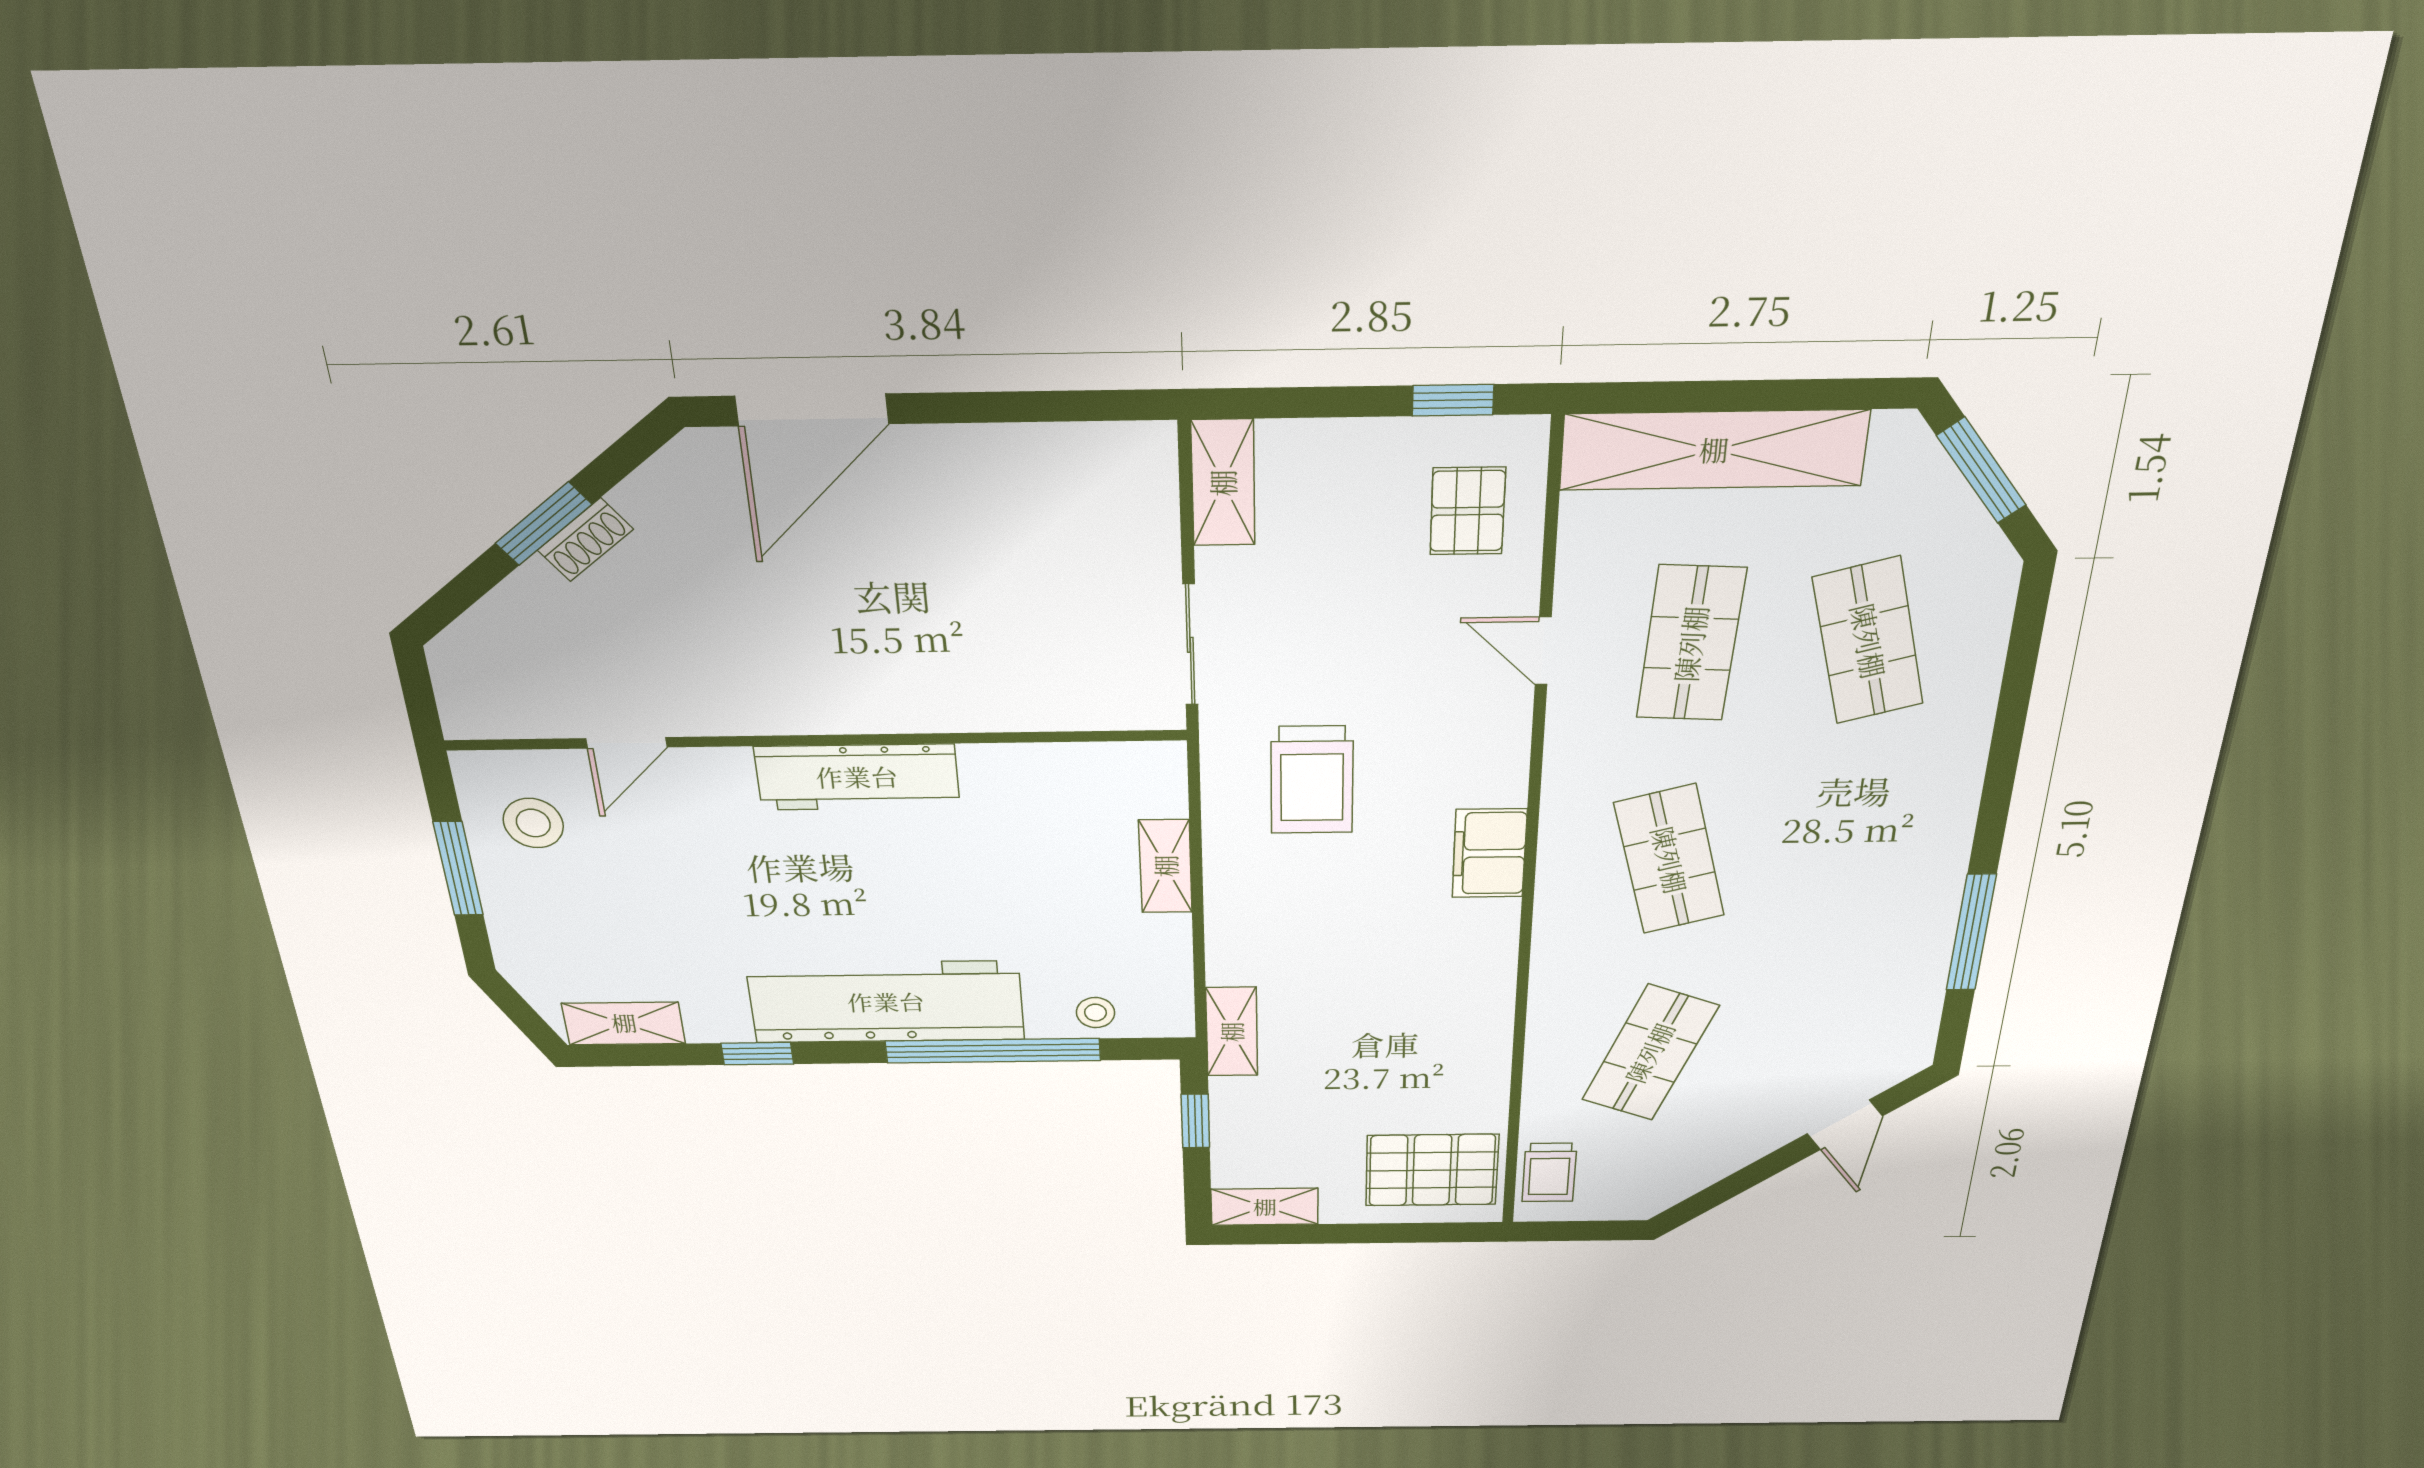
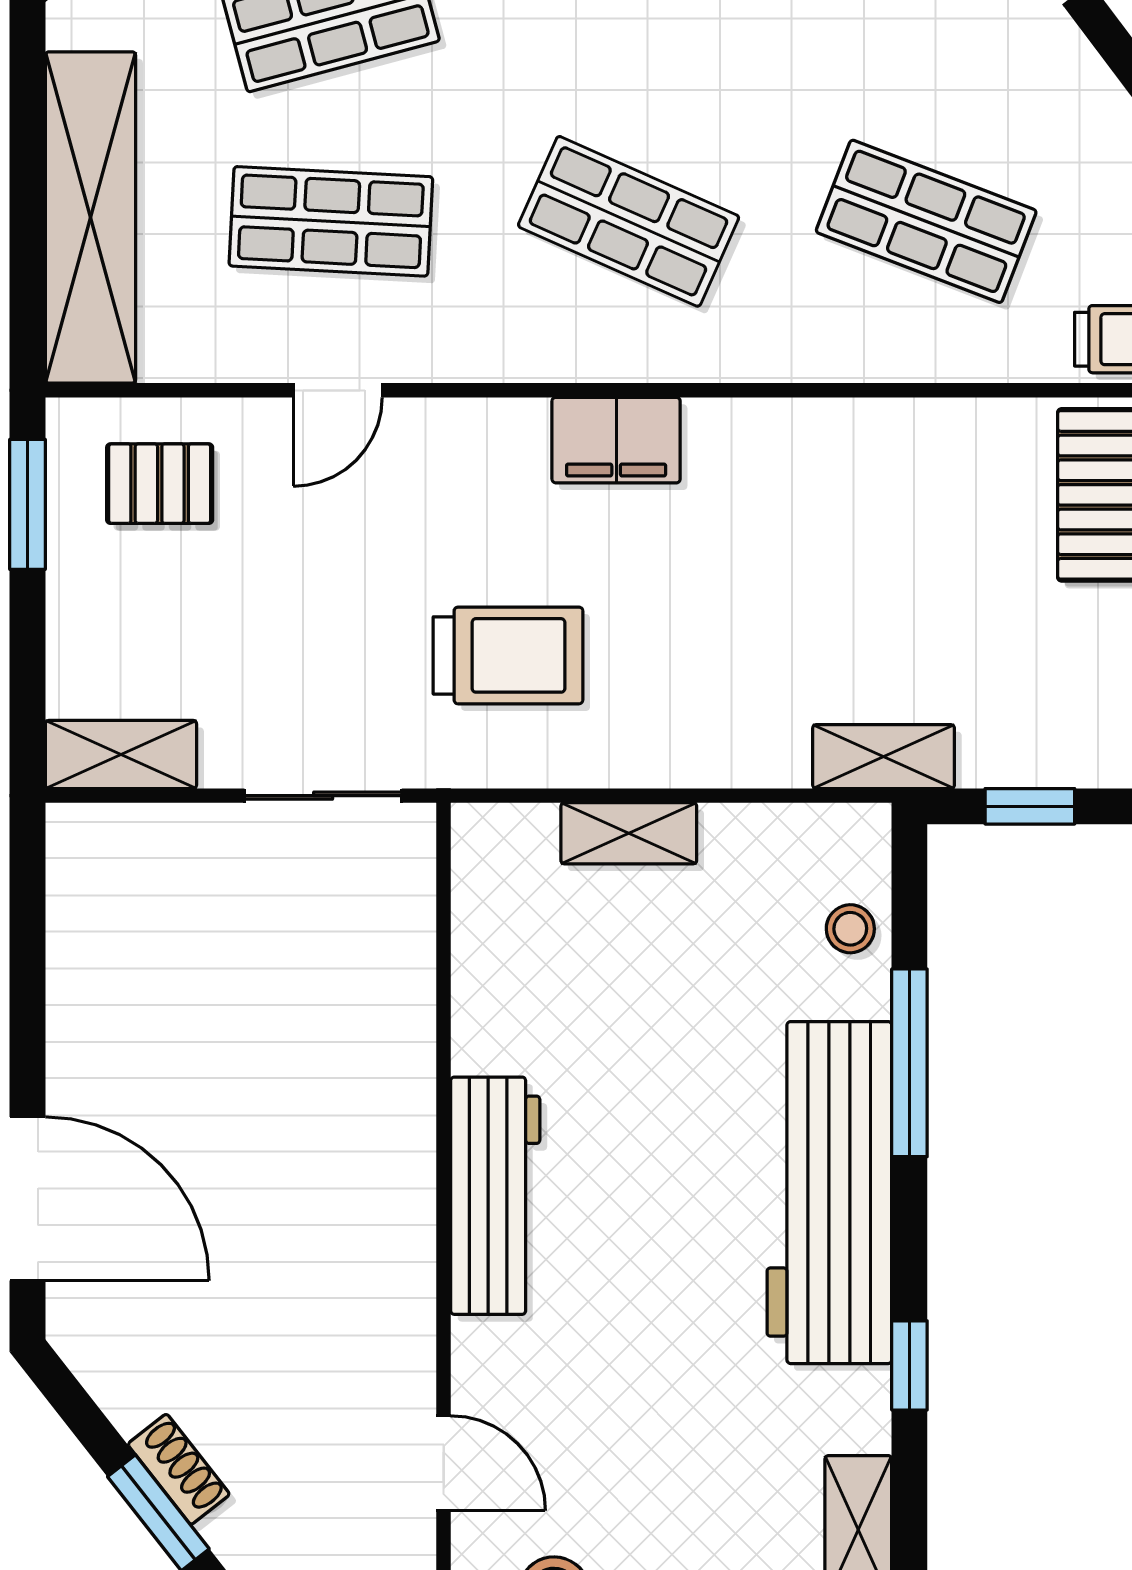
window: (1453, 400) -> (28, 504), width x1.50
shop shelf: (1669, 860) -> (629, 221), turned 39
window: (993, 1051) -> (909, 1063), width x0.68

